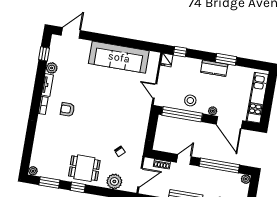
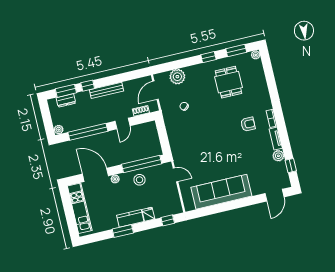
fridge: (167, 60) -> (148, 214), moved
dining table: (84, 168) -> (228, 82), moved, turned 90

